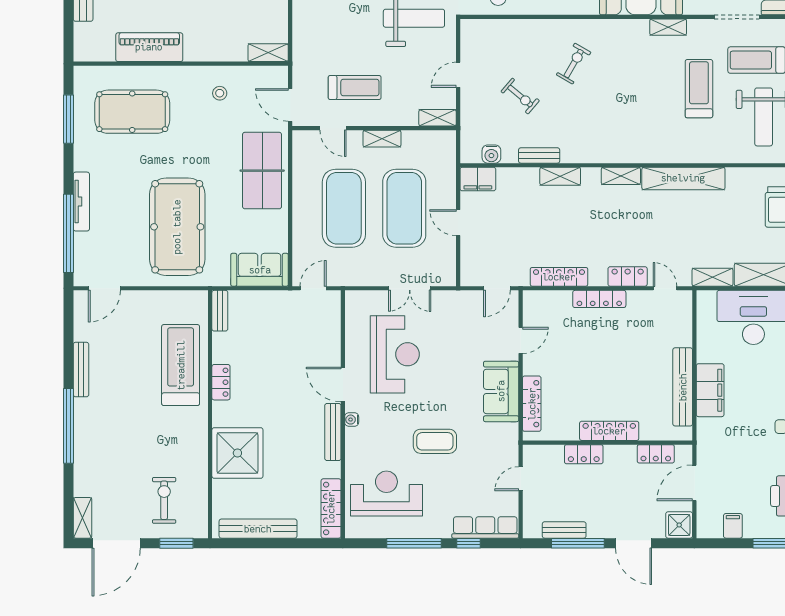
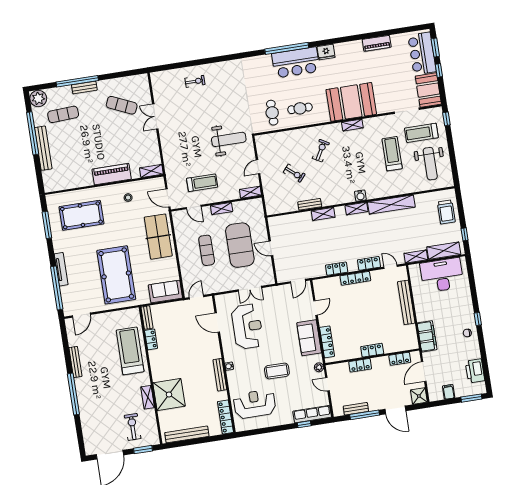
shelving: (668, 27) -> (352, 125), moved
piano: (149, 47) -> (112, 174), moved
water cooler: (491, 154) -> (360, 196), moved
filing cabinet: (478, 179) -> (278, 223), removed
exercise mat: (344, 208) -> (207, 250), width x0.50, depth x0.69
locker: (559, 277) -> (337, 269), width x0.66
locker: (221, 382) -> (151, 339), moved
door: (343, 384) -> (217, 323), moved
bench: (683, 387) -> (406, 302), moved
filing cabinet: (710, 390) -> (427, 336), moved
locker: (609, 431) -> (372, 350), width x0.66
plant: (510, 446) -> (319, 367), added
door: (521, 479) -> (327, 384), hinge flipped
shelving: (83, 518) -> (148, 397), moved
window: (414, 543) -> (274, 429), removed

